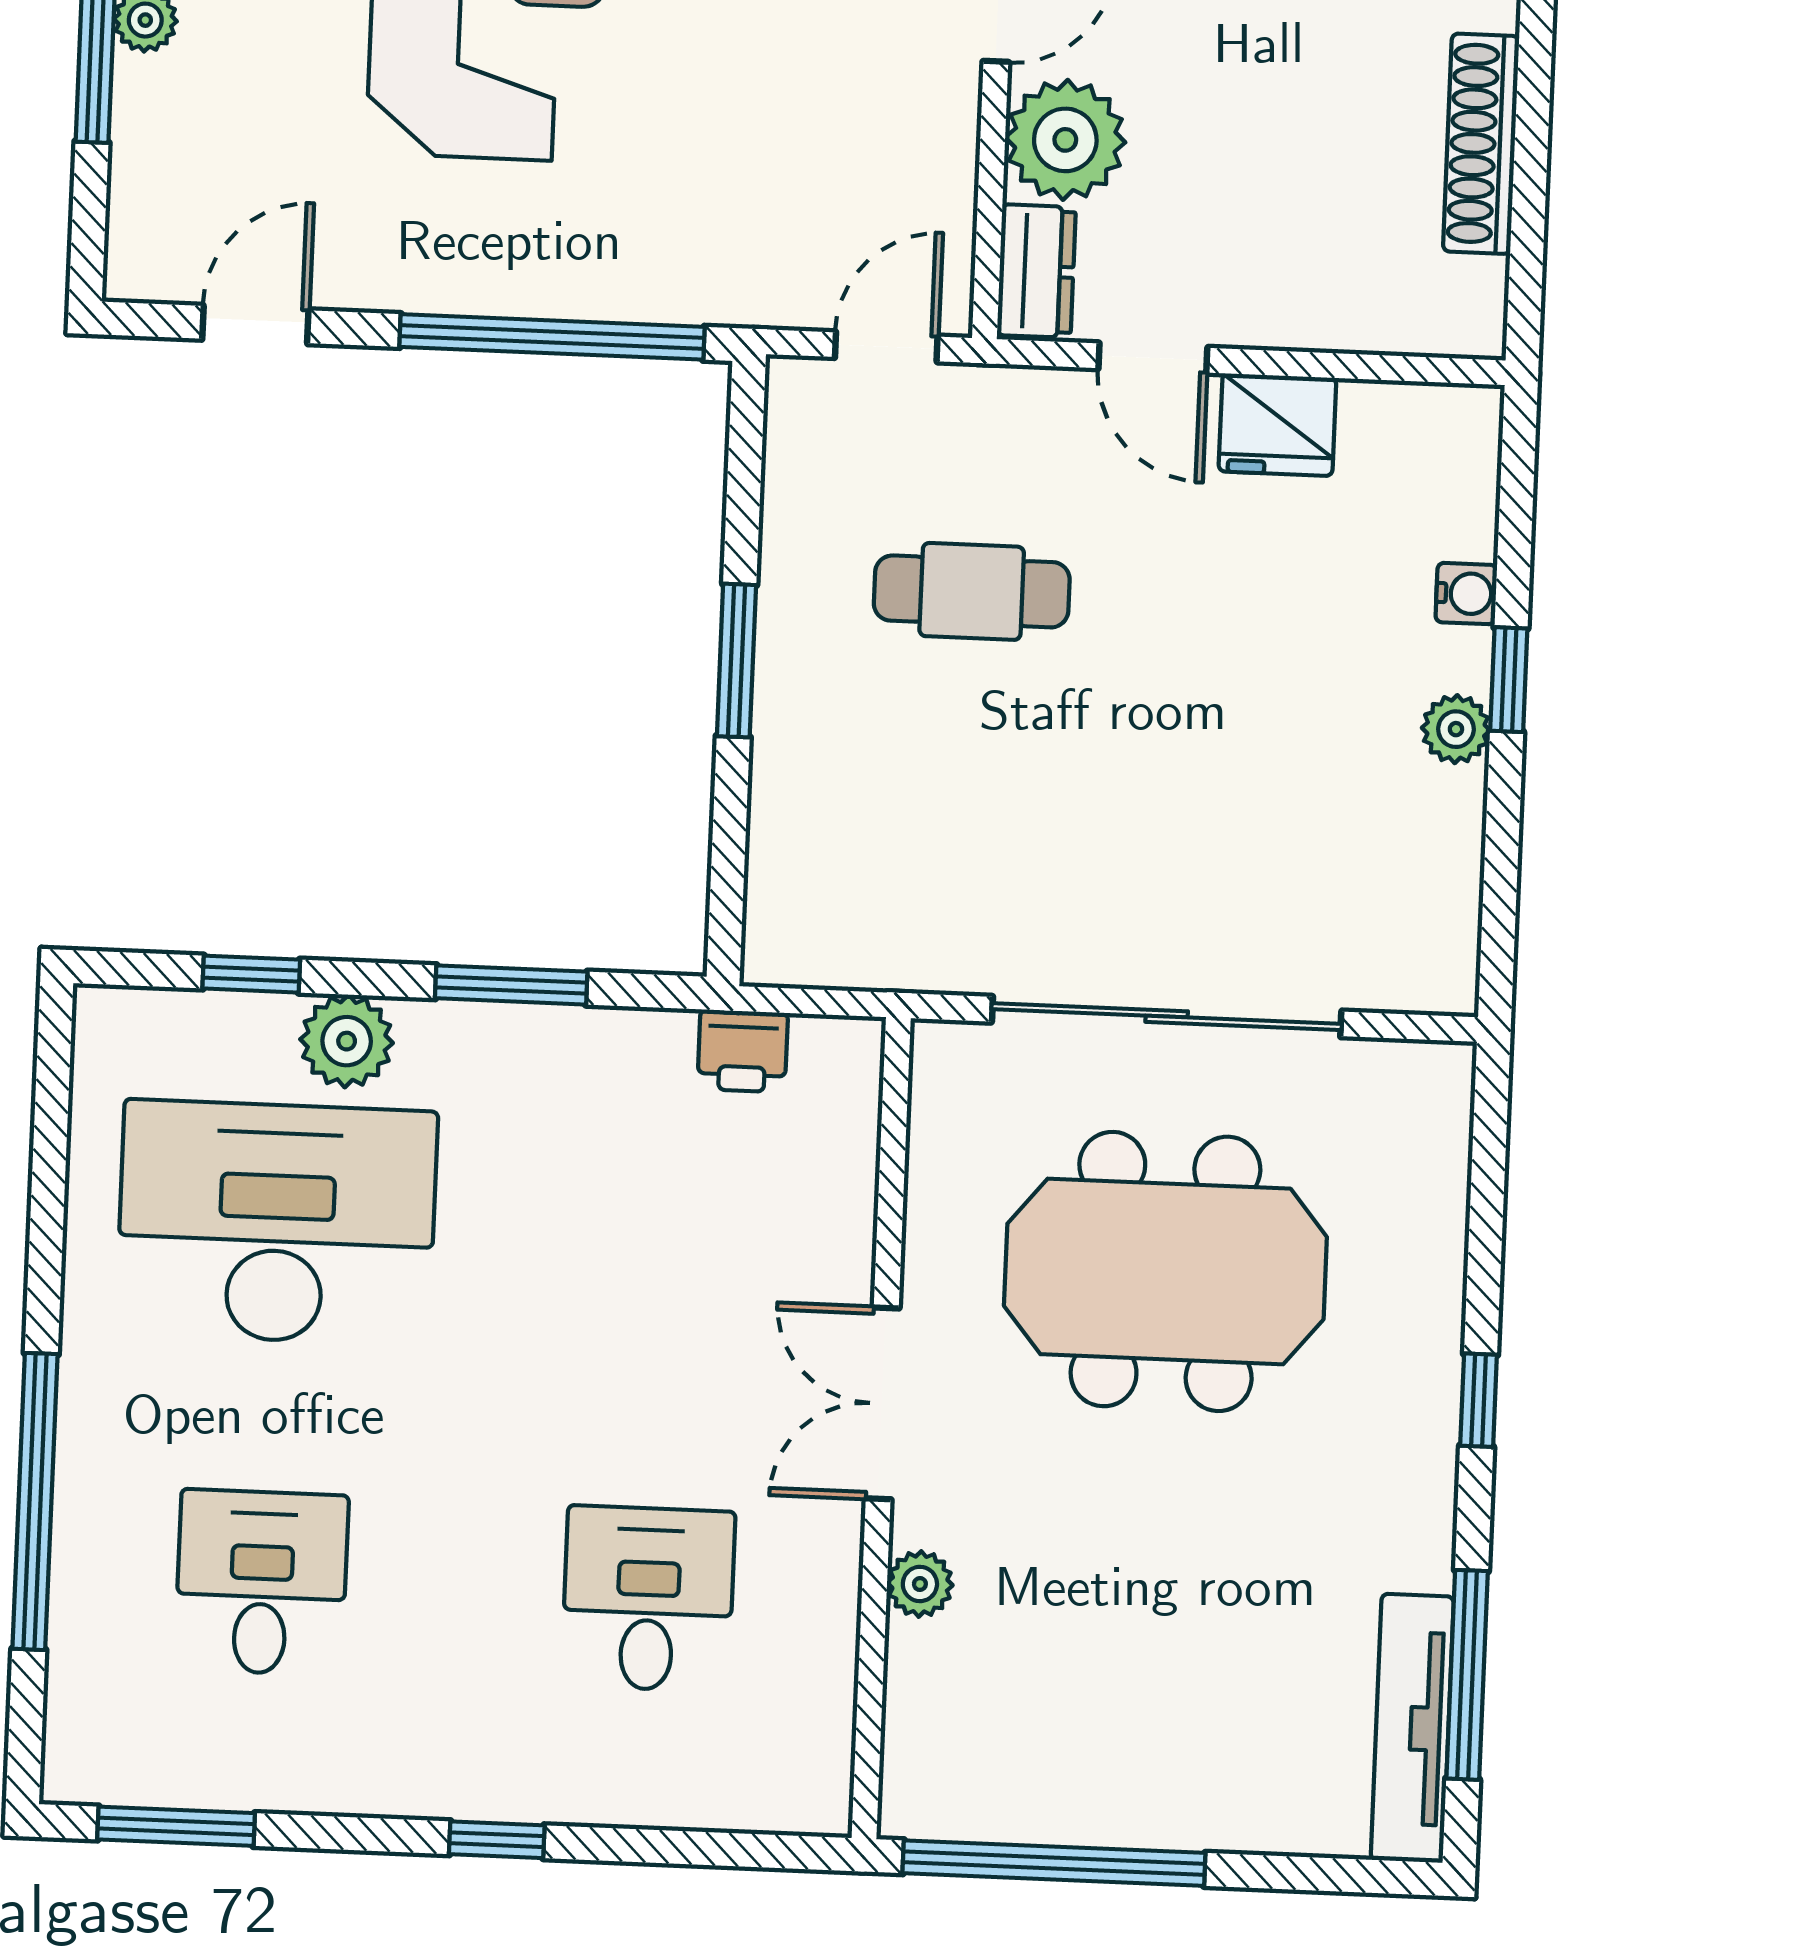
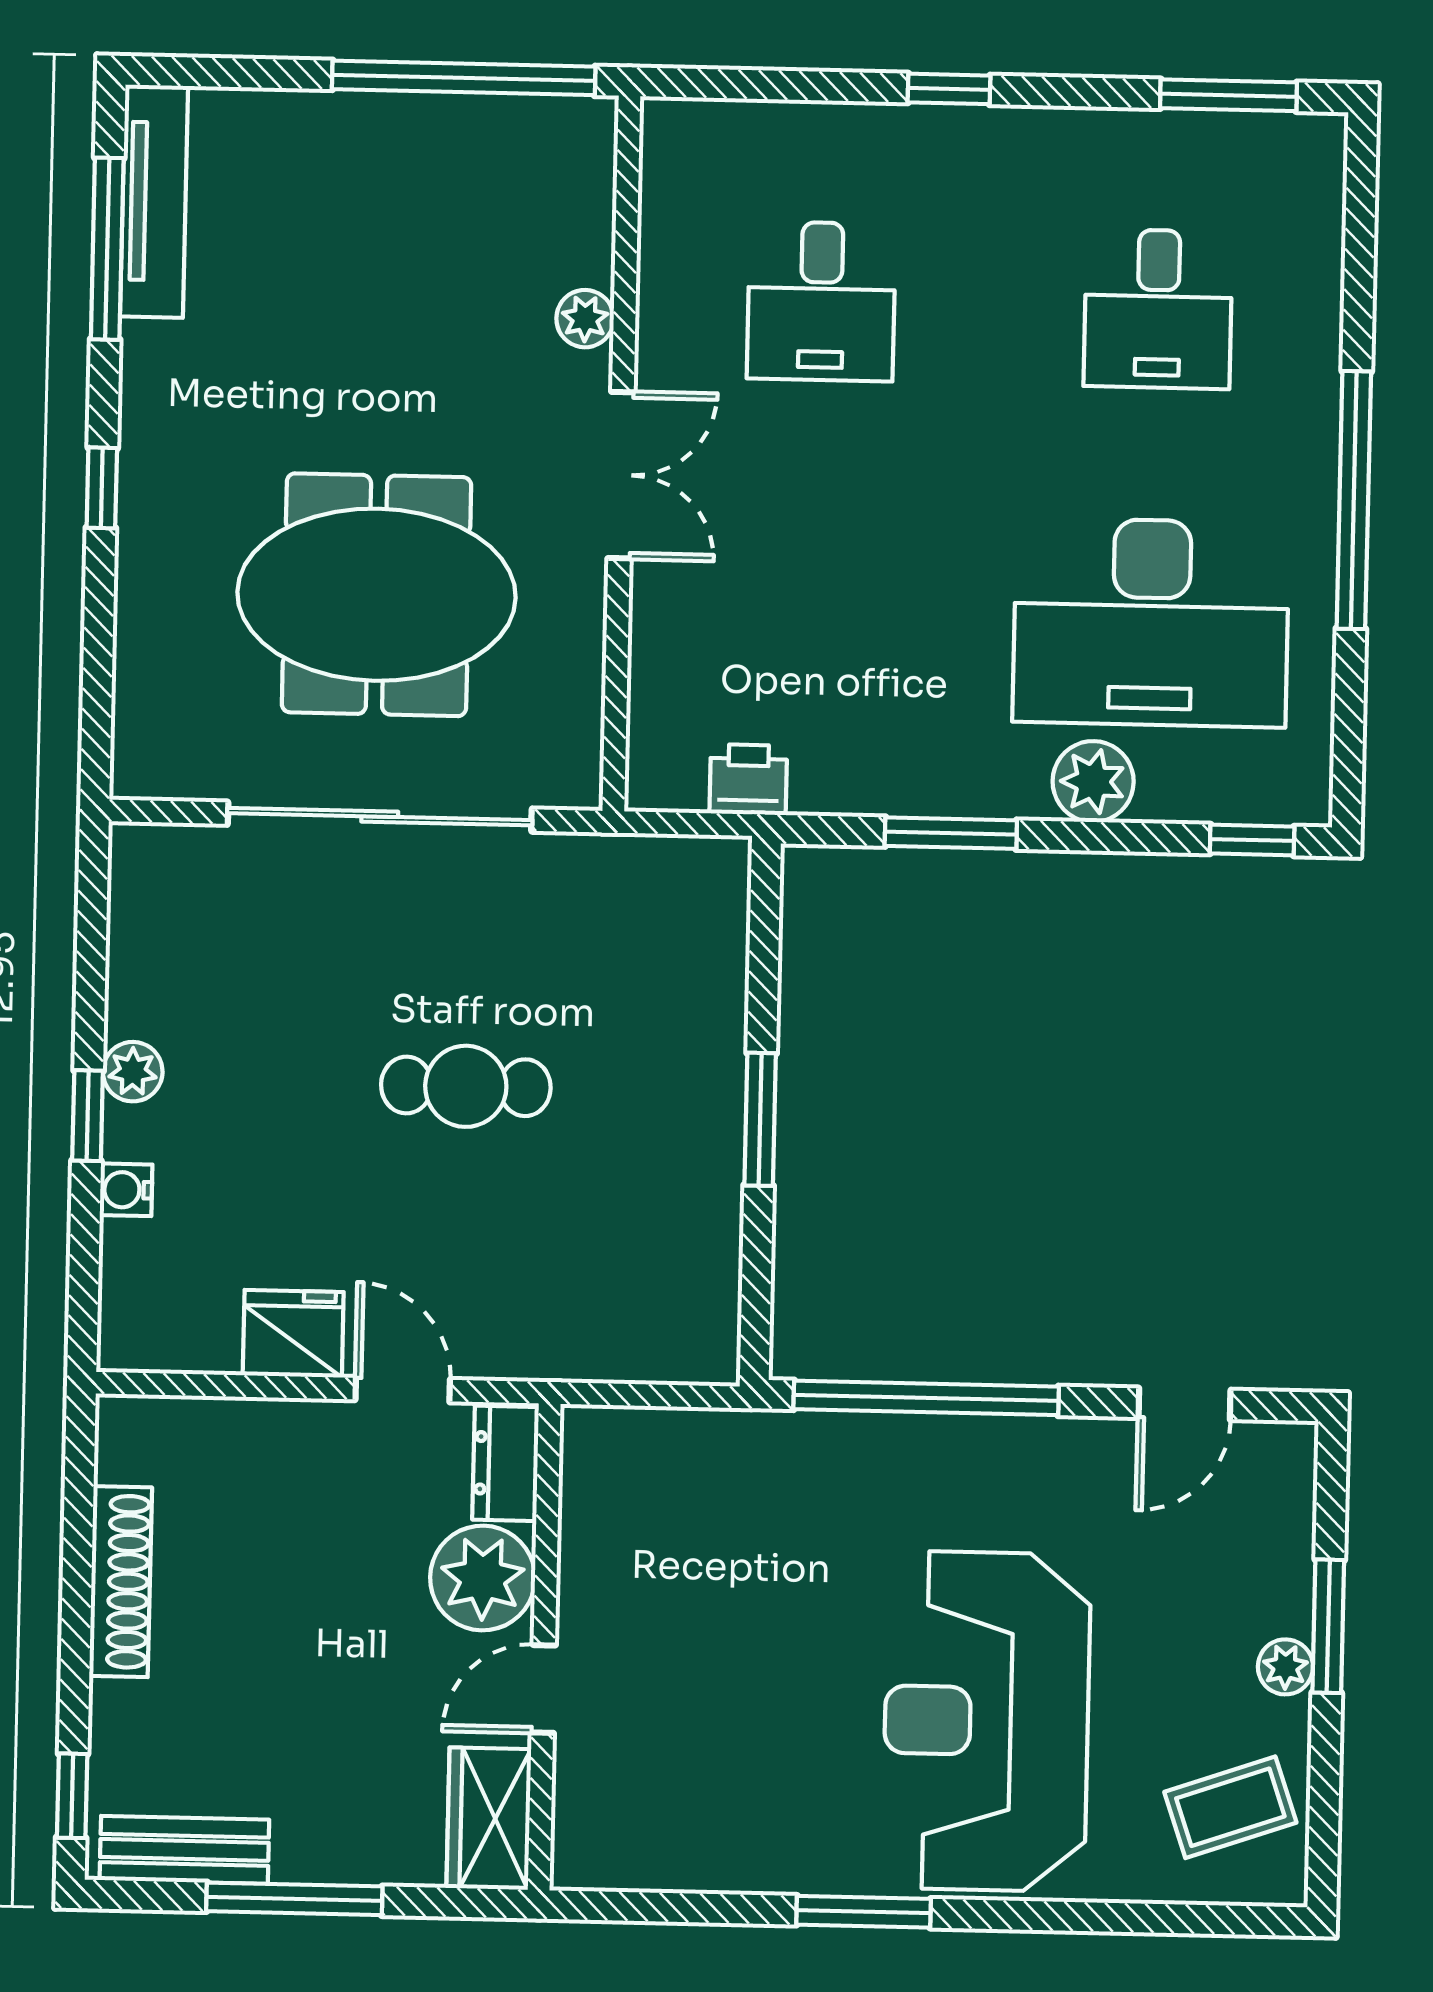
door: (886, 347) -> (635, 1395), removed
cafe table: (972, 591) -> (466, 1086), moved
window: (251, 974) -> (1252, 840), moved
window: (35, 1501) -> (1354, 500), moved

